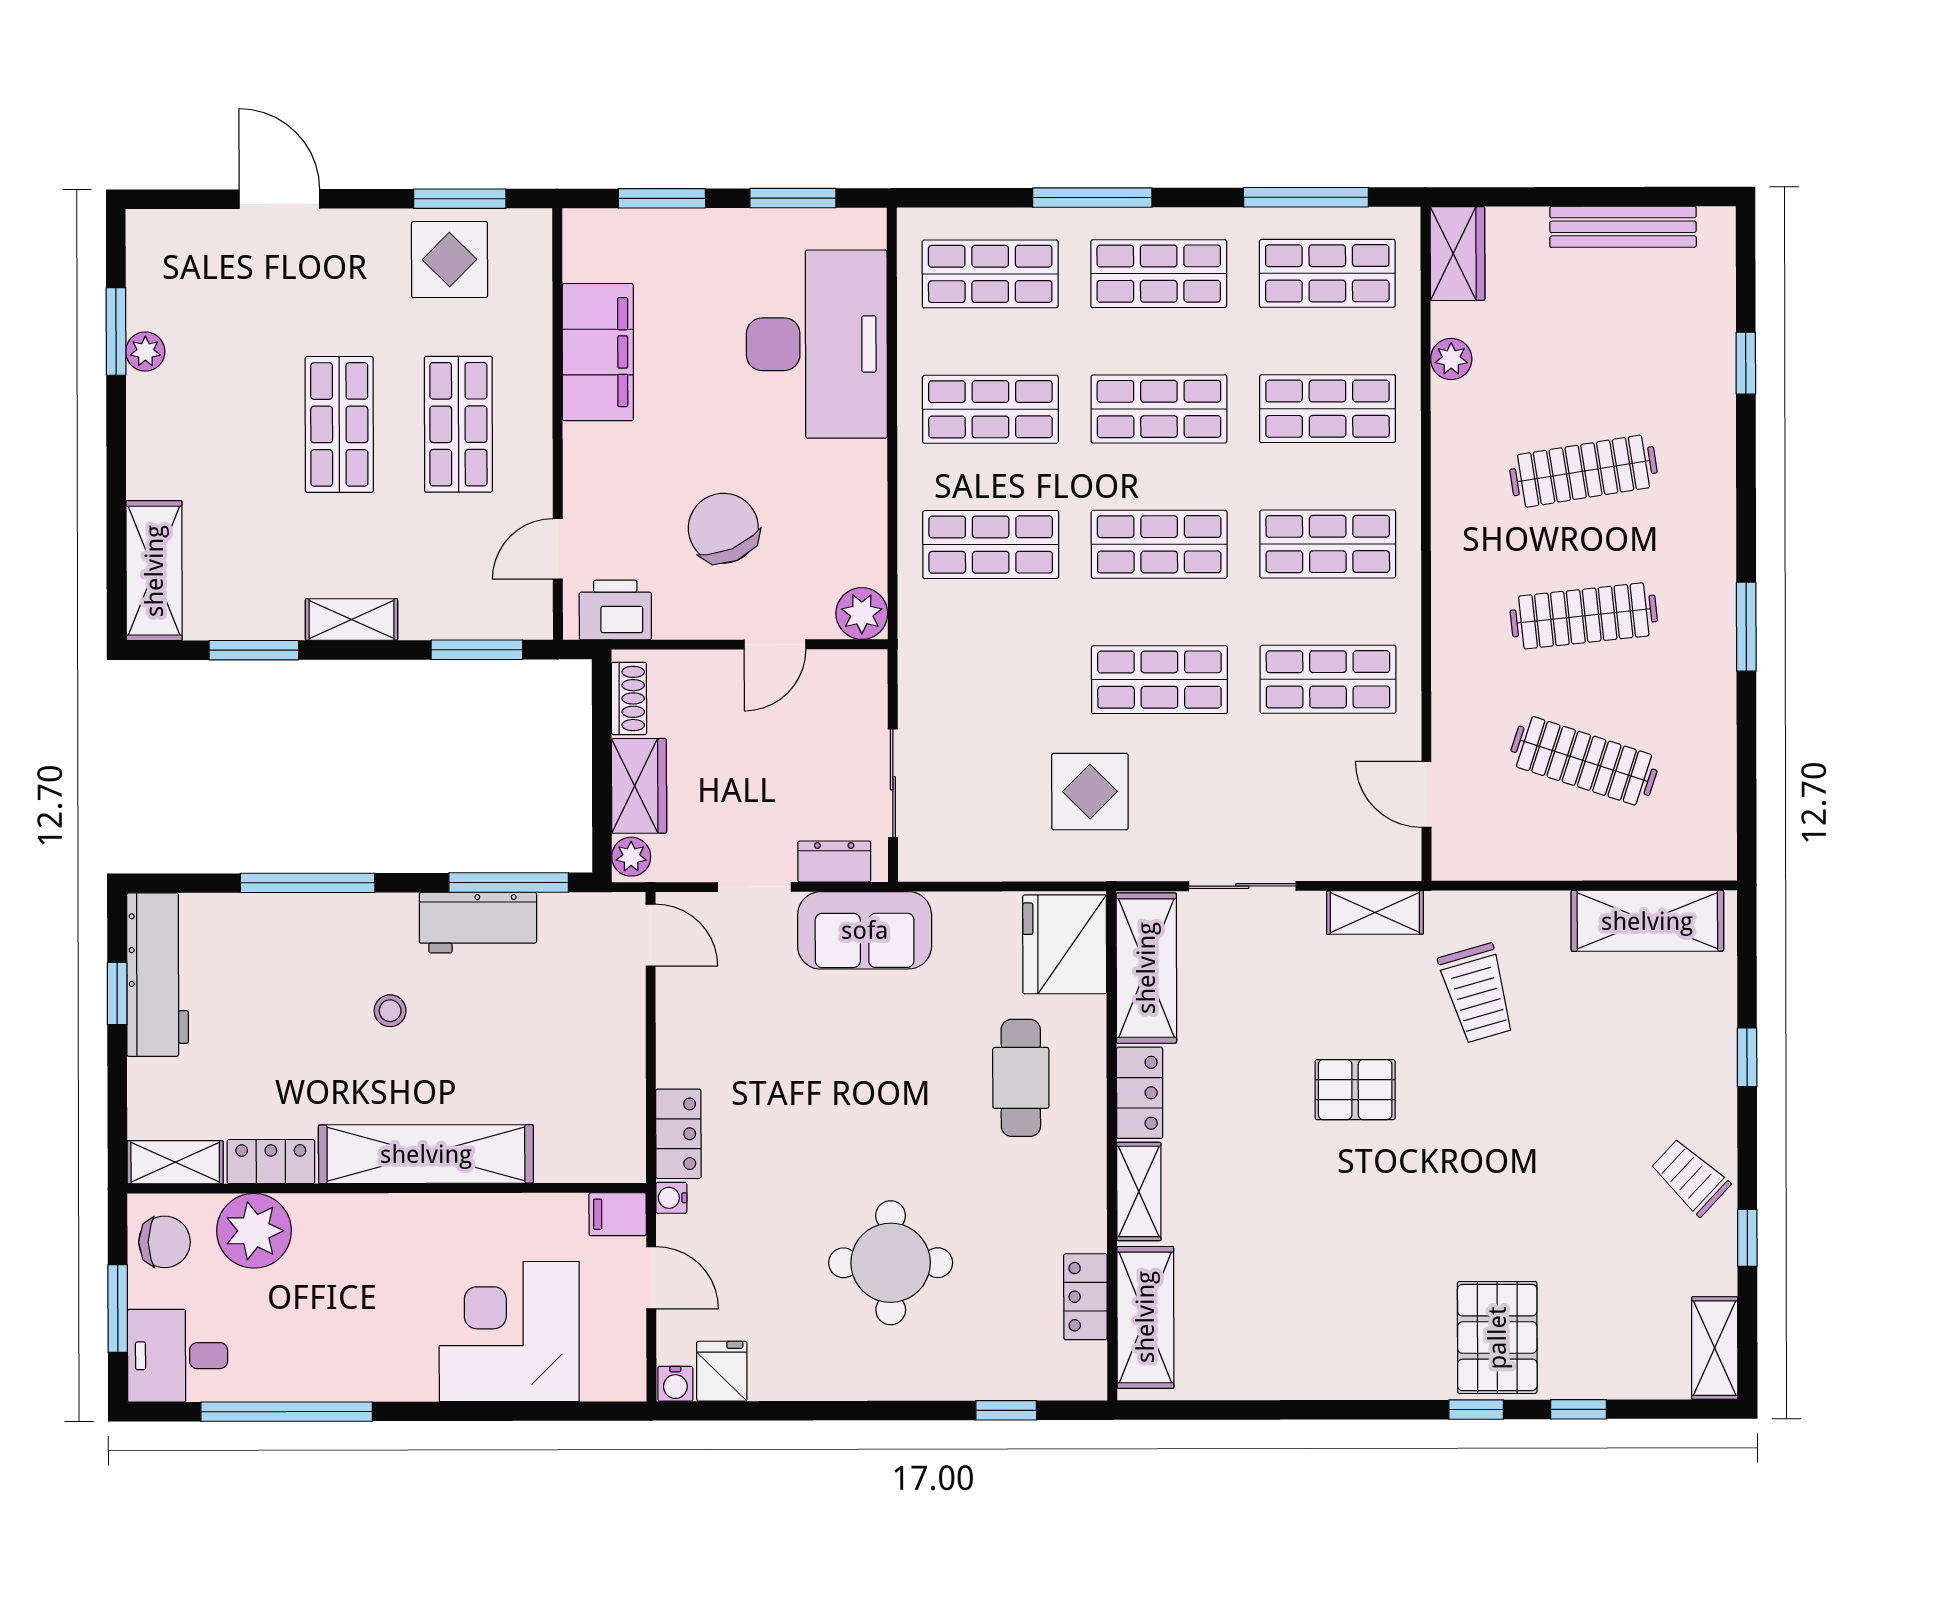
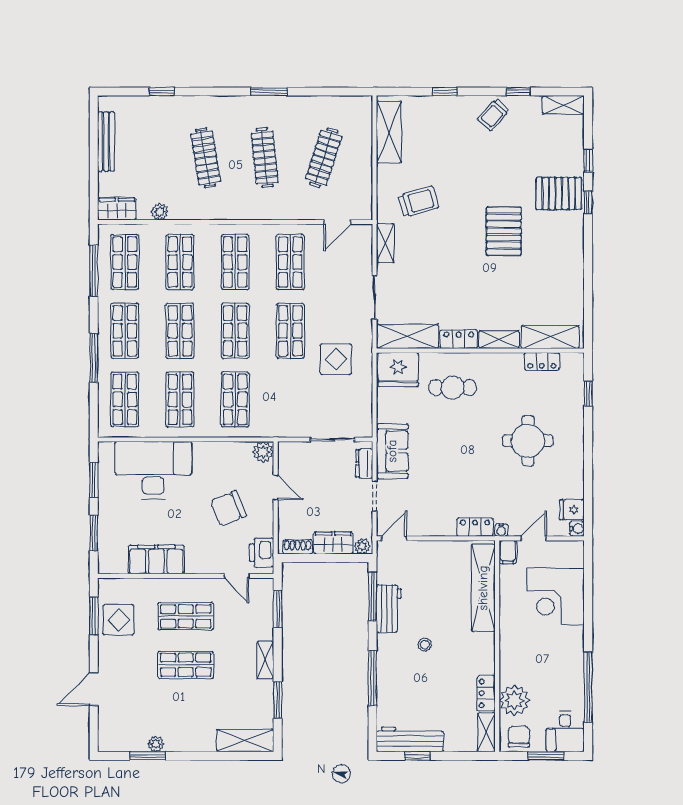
pallet: (1355, 1090) -> (504, 231), moved, width x1.50, depth x1.42
shelving: (426, 1154) -> (483, 588), moved

